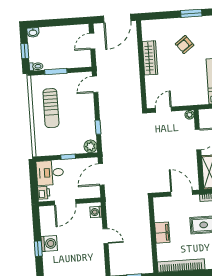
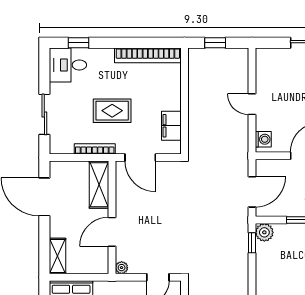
window: (98, 127) -> (252, 243), moved
filing cabinet: (162, 233) -> (171, 126), moved

